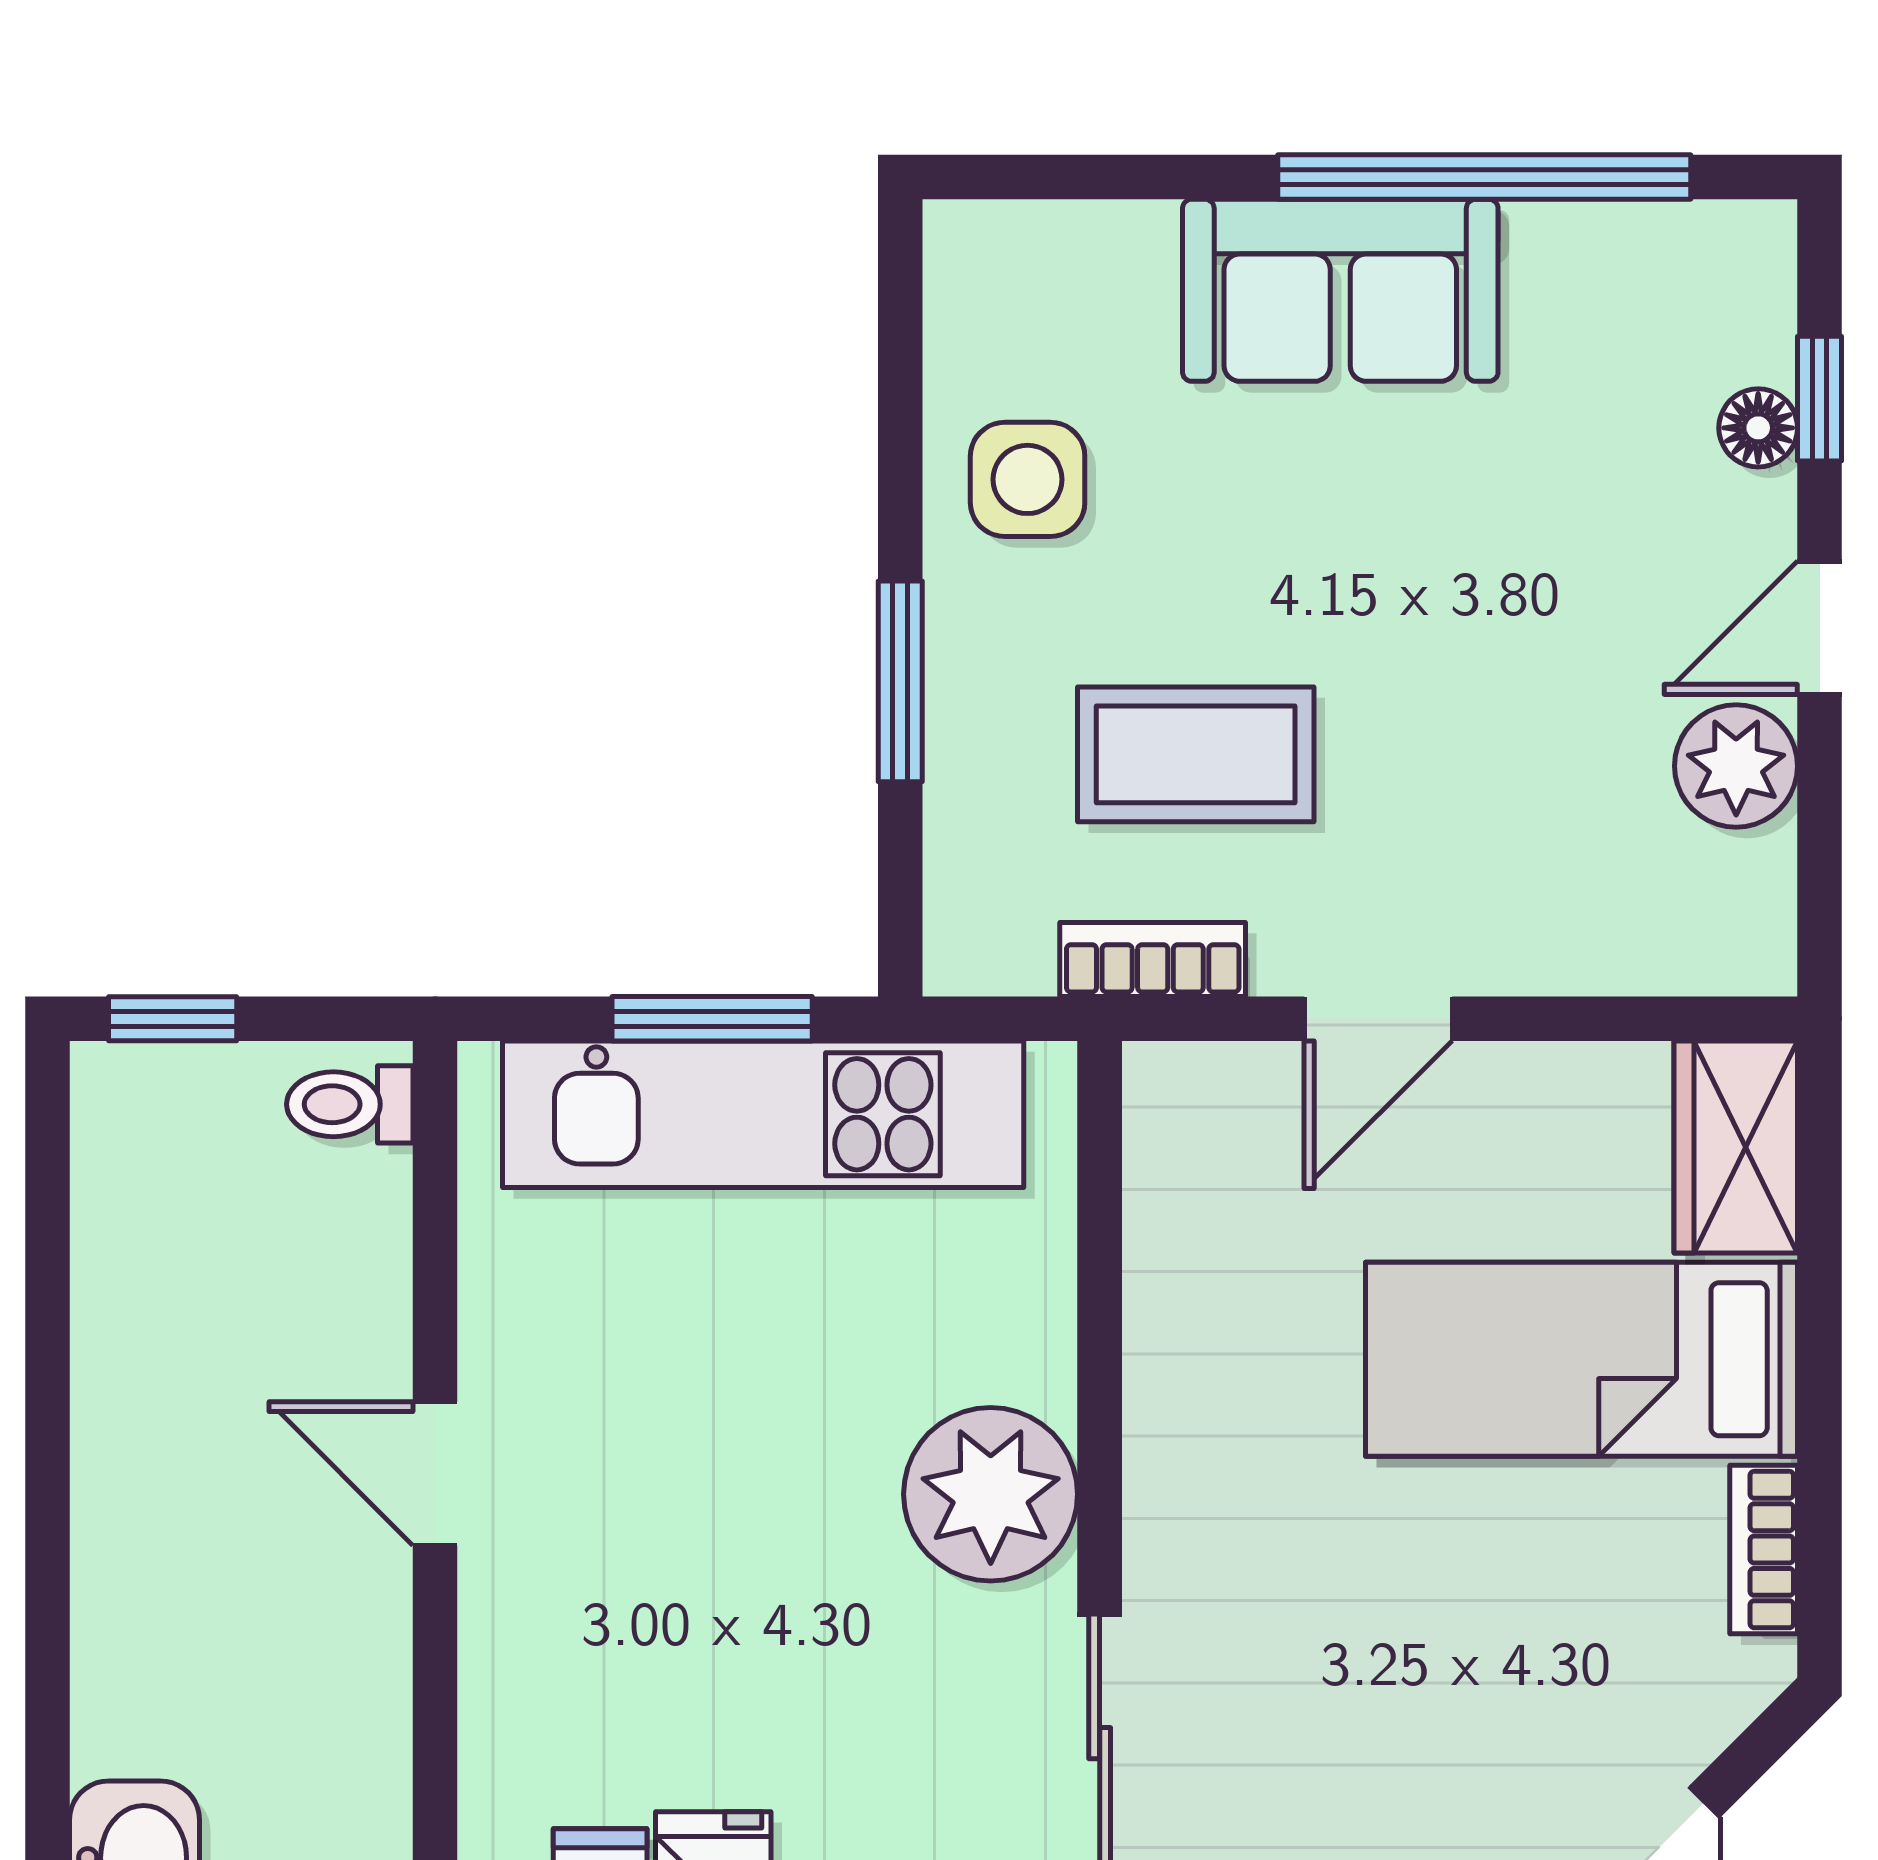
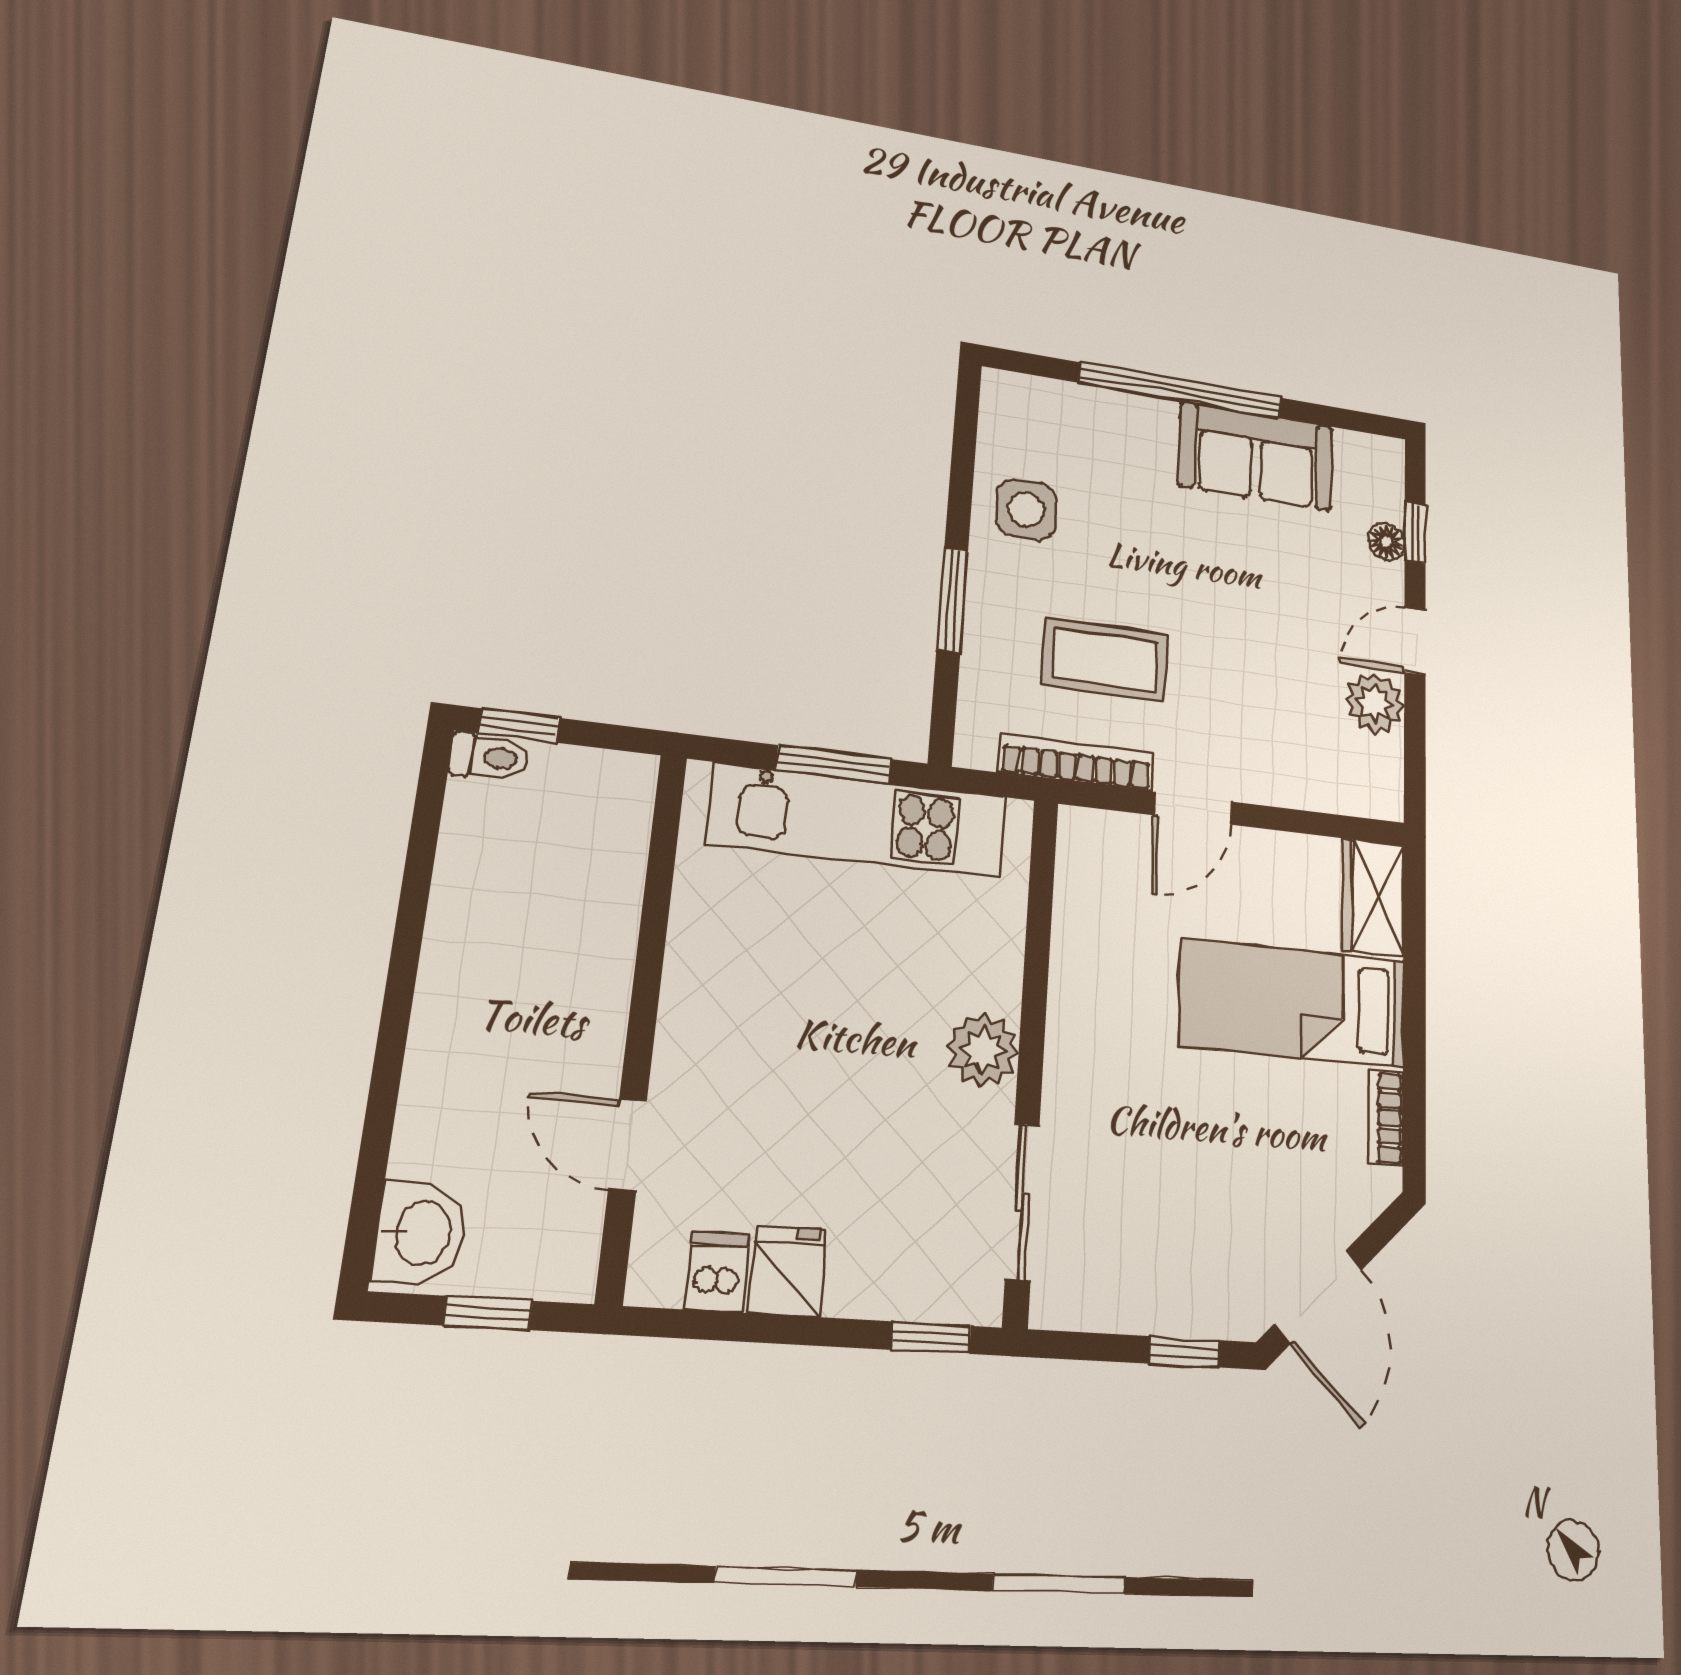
window: (1484, 177) -> (1181, 390), moved
sofa: (1340, 290) -> (1256, 456), moved
bookcase: (1153, 959) -> (1077, 763), width x1.56
toilet: (350, 1104) -> (490, 757), moved, turned 180
door: (435, 1474) -> (628, 1145), moved
plant: (991, 1494) -> (983, 1050), width x0.73, depth x0.73

